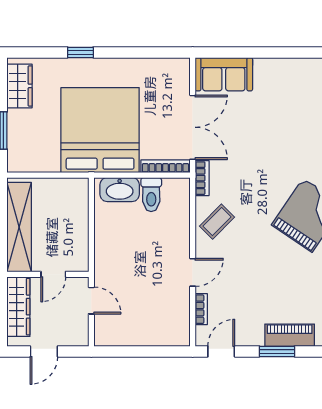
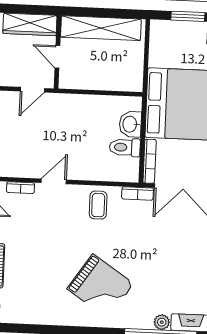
washbasin: (120, 190) -> (130, 124), width x0.72
coffee table: (217, 222) -> (98, 205), turned 45
door: (193, 272) -> (54, 181), swing flipped

